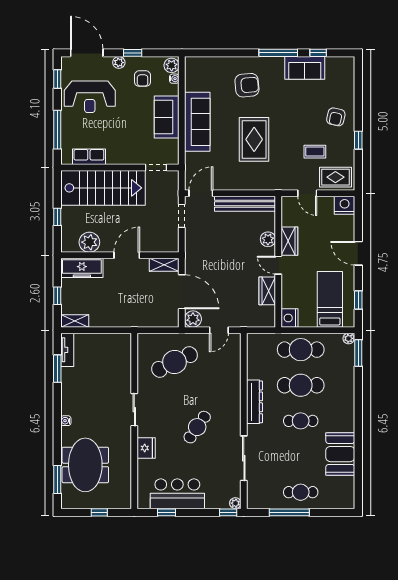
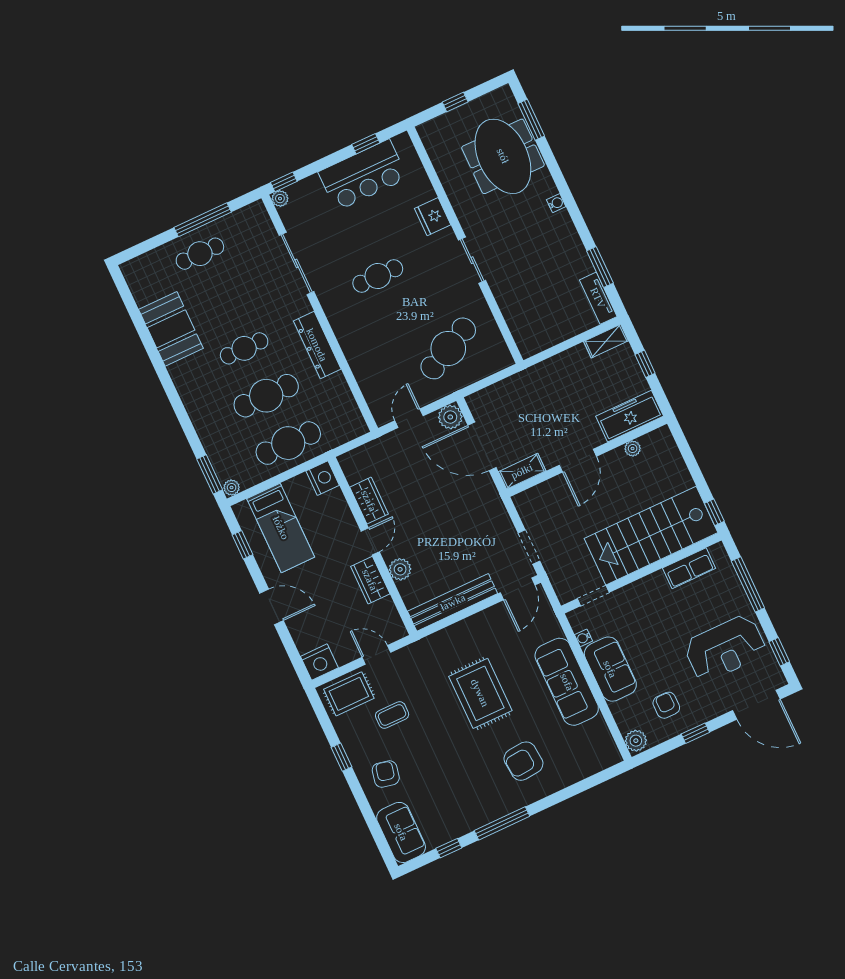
plant: (119, 63) -> (708, 712), removed
sofa: (305, 68) -> (401, 832), moved, turned 90
water cooler: (174, 79) -> (584, 638), moved
reception desk: (90, 97) -> (725, 648), turned 180
window: (57, 217) -> (714, 512), moved
plant: (89, 242) -> (633, 449), width x0.53, depth x0.53
door: (278, 265) -> (370, 541), hinge flipped
cafe table: (197, 427) -> (378, 276), turned 55

